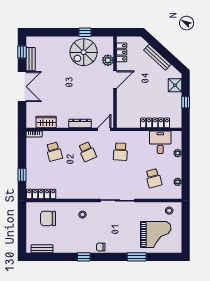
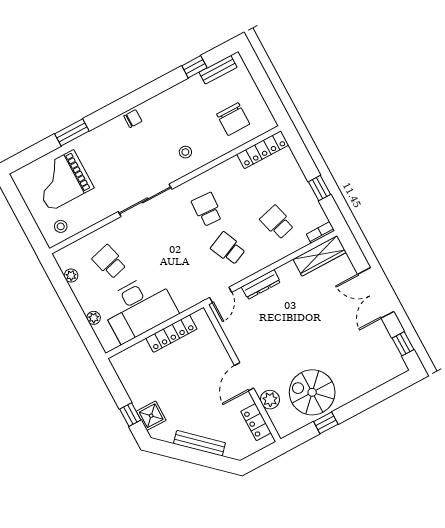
spiral stairs: (84, 52) -> (312, 392), turned -90
bench: (31, 59) -> (385, 340), removed
window: (186, 102) -> (130, 415), moved
wardrobe: (46, 122) -> (320, 256), width x1.50
locker: (155, 123) -> (171, 334), moved
desk: (160, 142) -> (139, 308), width x1.87, depth x1.30
school desk: (120, 152) -> (207, 209), moved
window: (22, 175) -> (320, 188), moved
chair: (48, 218) -> (233, 119), turned 90
window: (84, 257) -> (194, 67), moved

